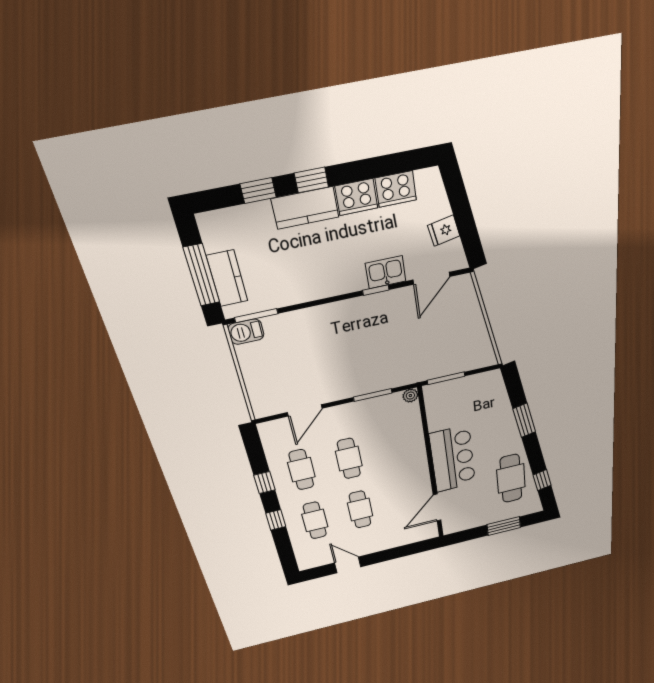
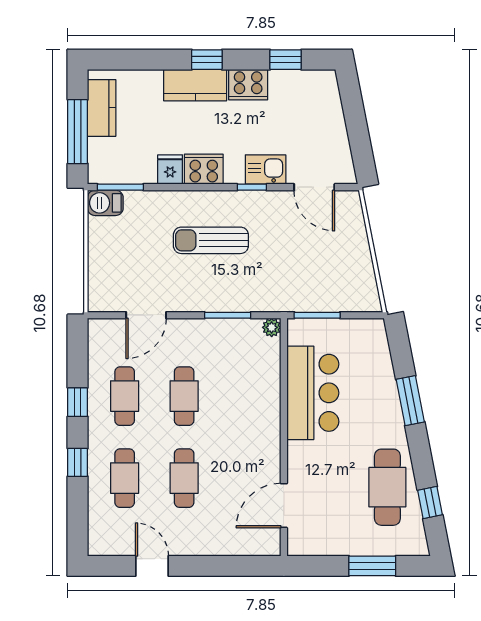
cooker: (396, 189) -> (204, 169), moved, turned 180
window: (258, 191) -> (286, 60), moved
fridge: (444, 231) -> (170, 170), moved, turned 101
kitchen counter: (227, 278) -> (102, 108), moved
door: (431, 278) -> (314, 187), hinge flipped
sun lounger: (348, 342) -> (211, 240), added
bar counter: (453, 459) -> (313, 393), moved

